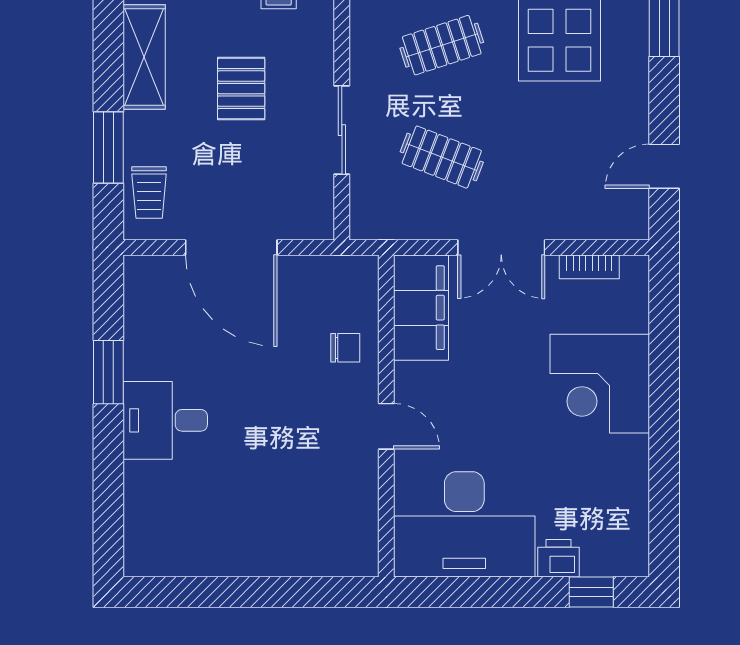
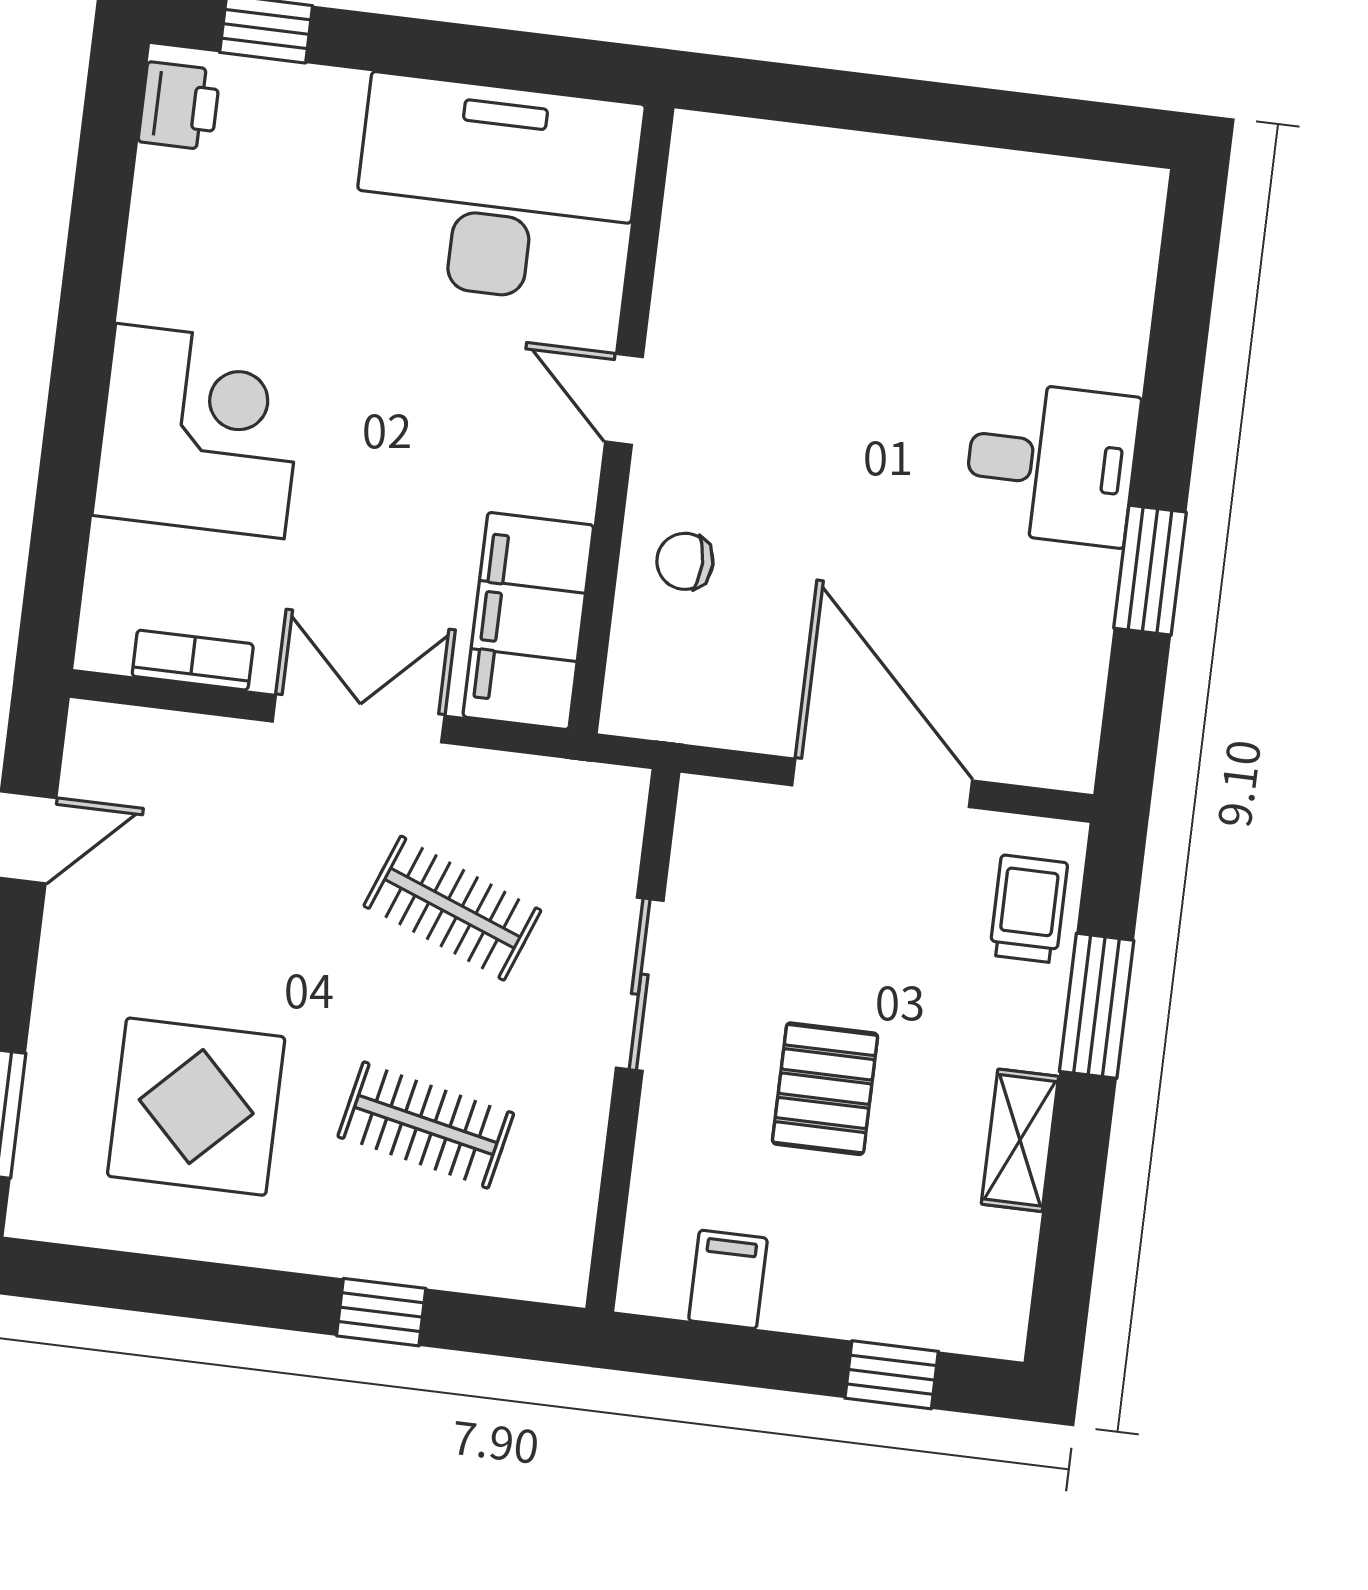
clothes rail: (442, 45) -> (426, 1125), turned 30
shelving: (144, 57) -> (1020, 1140), width x0.67, depth x0.75
printer: (559, 558) -> (179, 106), moved, turned -90

